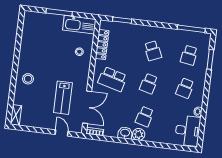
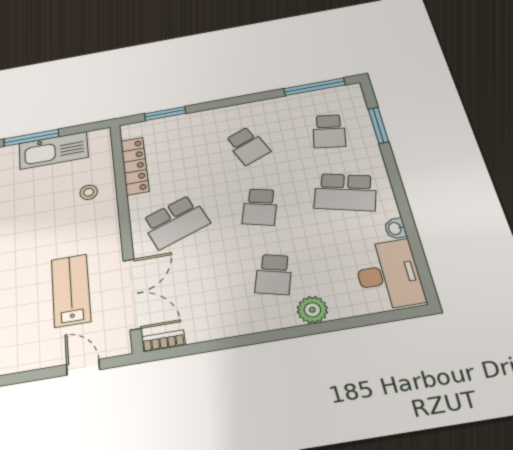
kitchen sink: (79, 25) -> (54, 150), moved
school desk: (112, 79) -> (175, 222), turned -36
school desk: (185, 88) -> (345, 192), width x1.85
lab bench: (63, 98) -> (71, 290), turned 180
washbasin: (125, 133) -> (238, 323), removed
plant: (139, 134) -> (312, 310), moved

